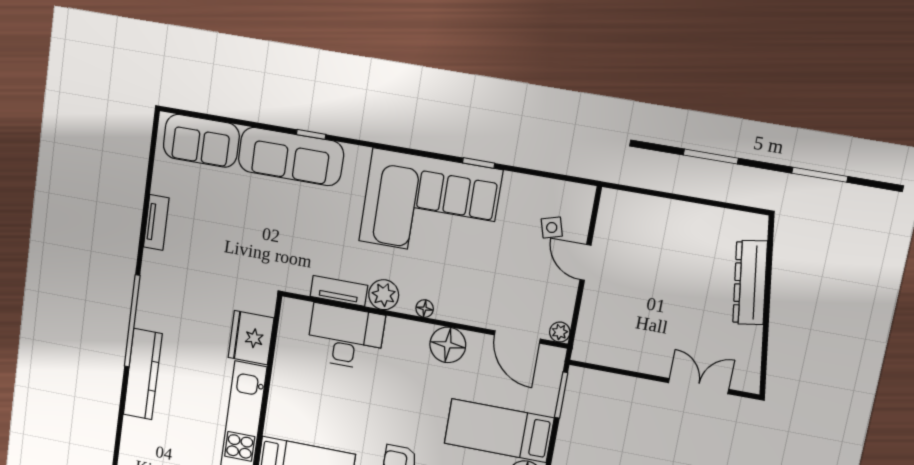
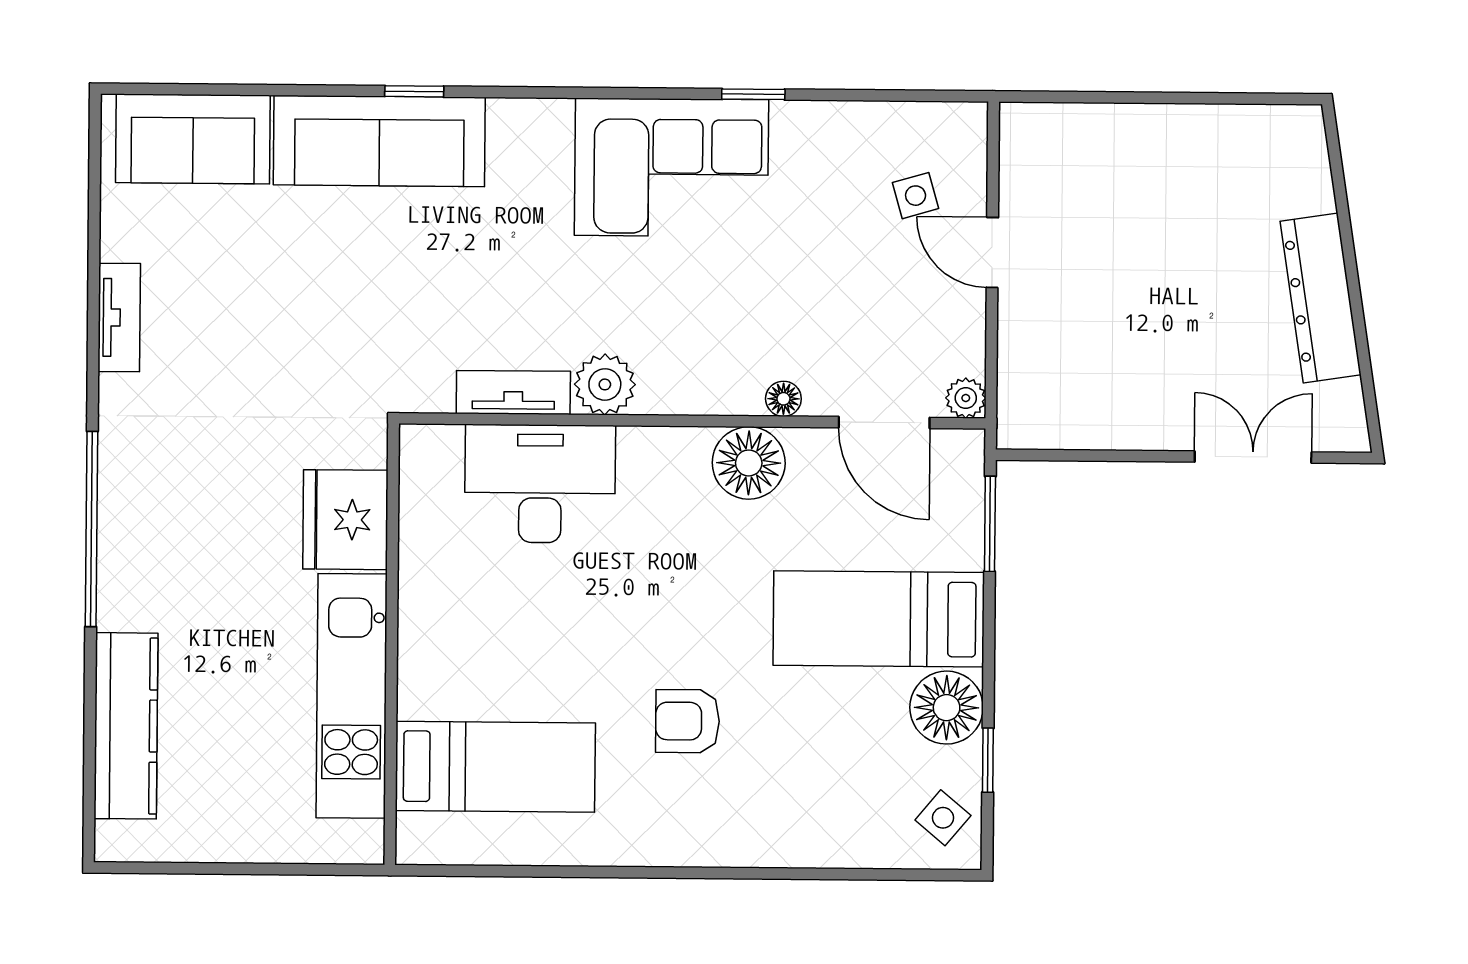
corner sofa: (430, 206) -> (671, 168), width x0.73, depth x0.74
dresser: (750, 283) -> (1321, 298), moved
floor lamp: (425, 309) -> (783, 399), moved
kitchen counter: (143, 374) -> (126, 726), moved

